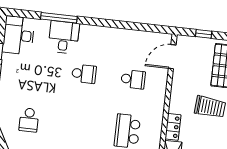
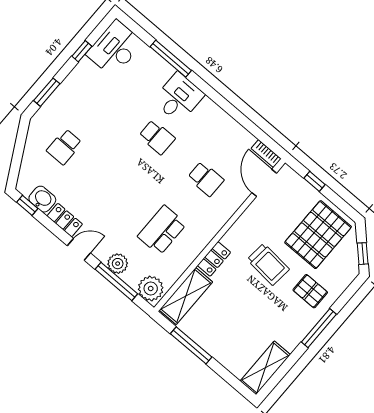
desk: (64, 37) -> (179, 98), moved
bookcase: (161, 37) -> (266, 154), added
door: (172, 57) -> (264, 183), hinge flipped

